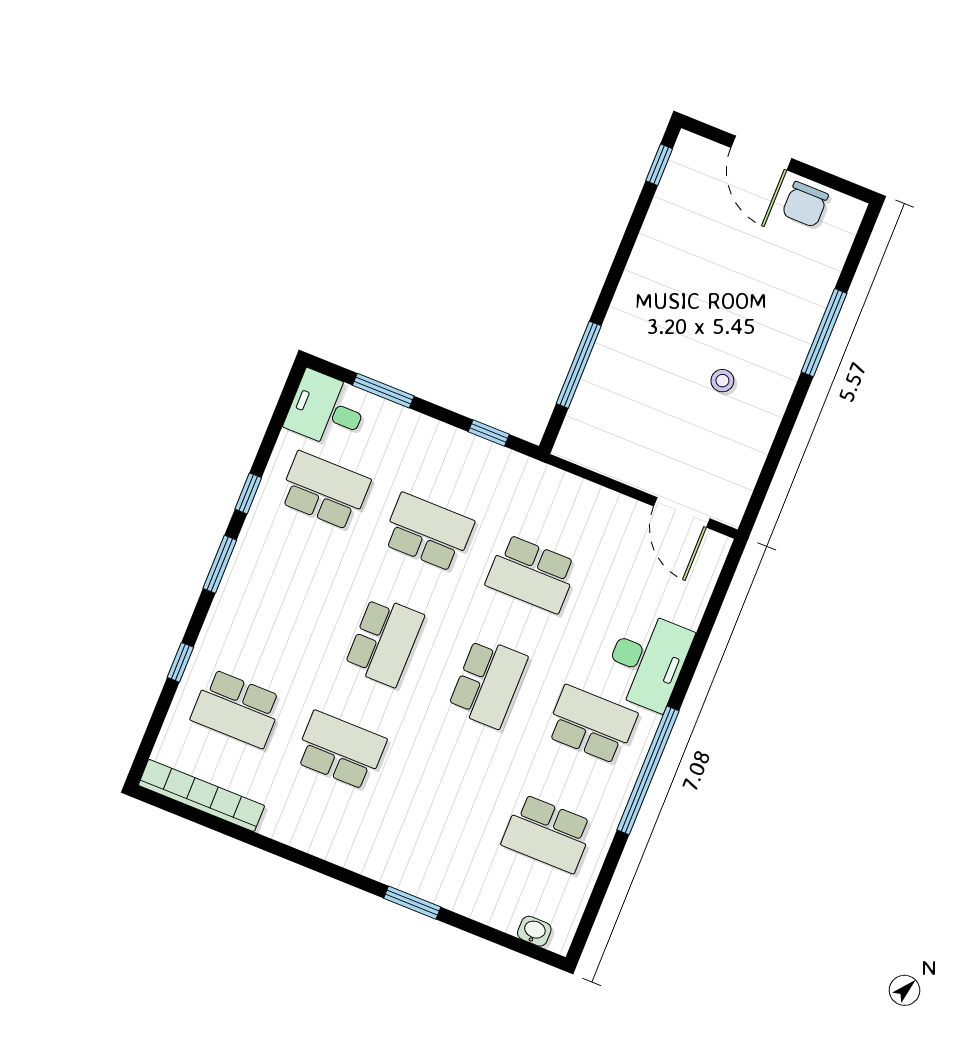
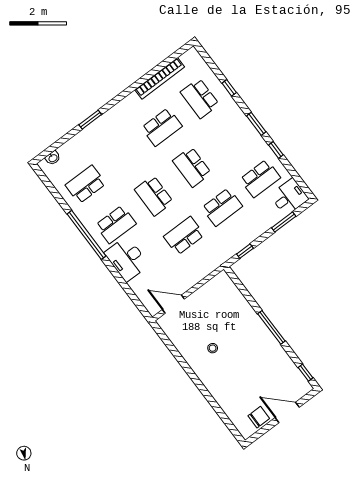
chair: (805, 204) -> (259, 417), turned 90
window: (824, 333) -> (208, 396), removed
window: (579, 365) -> (271, 327), moved
school desk: (237, 709) -> (200, 98), turned -90
bookcase: (201, 795) -> (160, 78), moved

